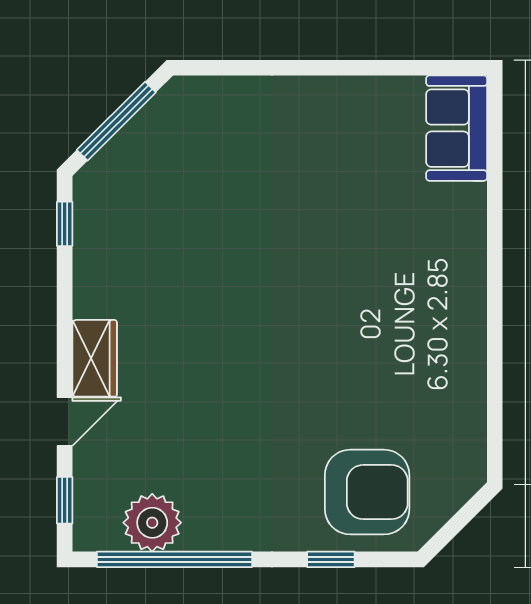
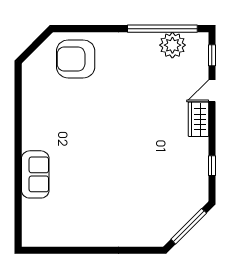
sofa: (457, 128) -> (35, 174), moved
window: (65, 224) -> (212, 166), moved
window: (331, 559) -> (92, 29), removed

